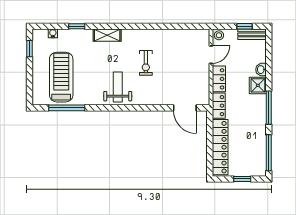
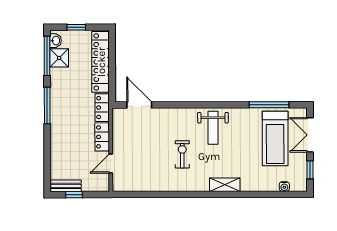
window: (77, 26) -> (258, 194), removed
stool: (219, 35) -> (102, 185), removed
washbasin: (261, 70) -> (56, 41), moved
double door: (29, 80) -> (310, 135), added
shower: (258, 85) -> (59, 58), moved

